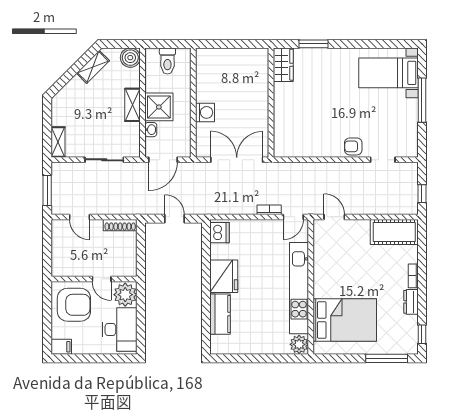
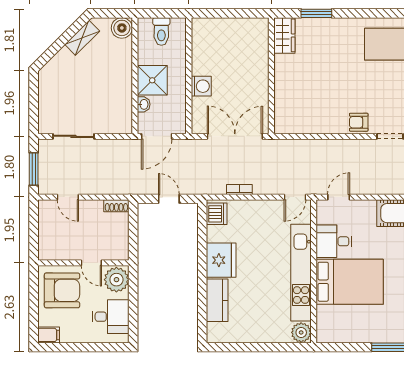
shelving: (133, 105) -> (124, 78), removed
shelving: (58, 142) -> (45, 118), removed
sliding door: (104, 160) -> (73, 136), moved
bookcase: (269, 210) -> (239, 190), moved
door: (334, 217) -> (339, 197), hinge flipped
shoe rack: (120, 225) -> (116, 206), width x0.70
desk: (330, 259) -> (334, 241), added
bed: (345, 320) -> (350, 282), moved
desk: (120, 329) -> (111, 317), width x0.73

